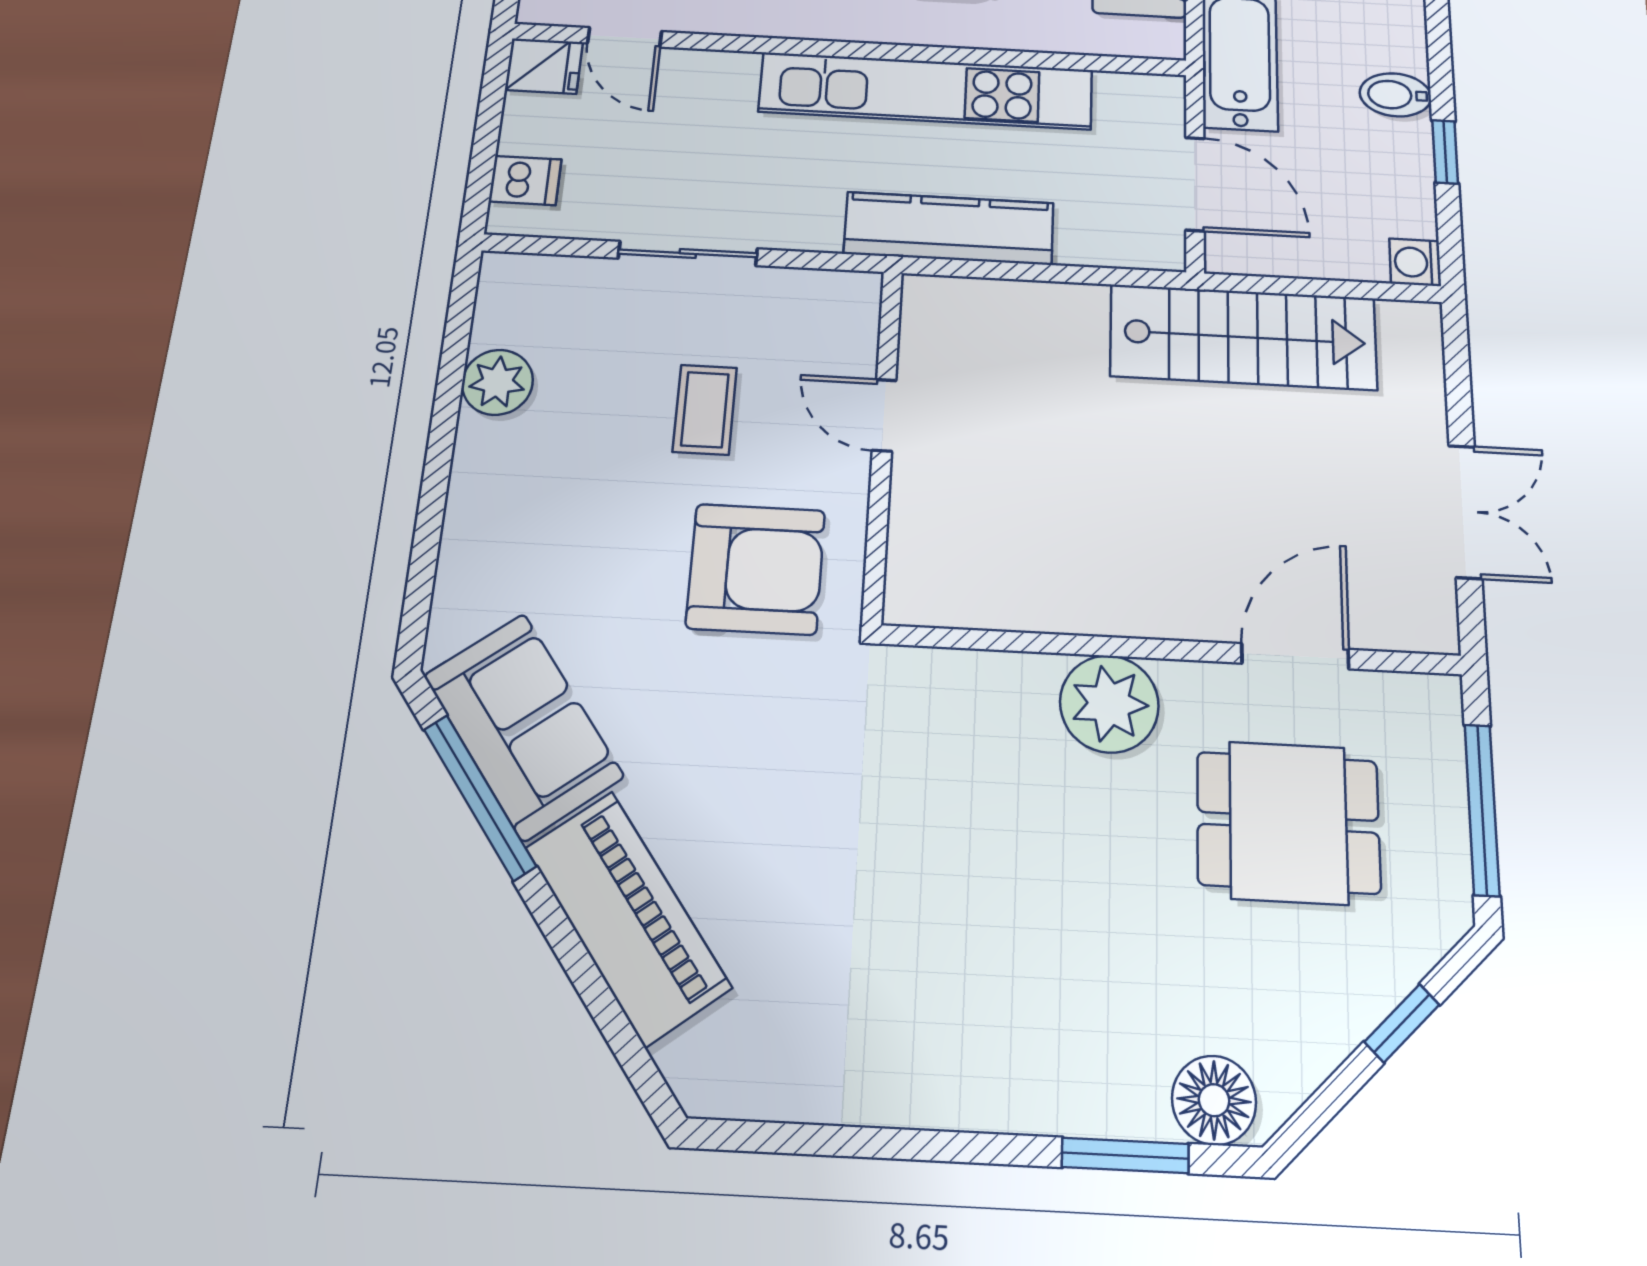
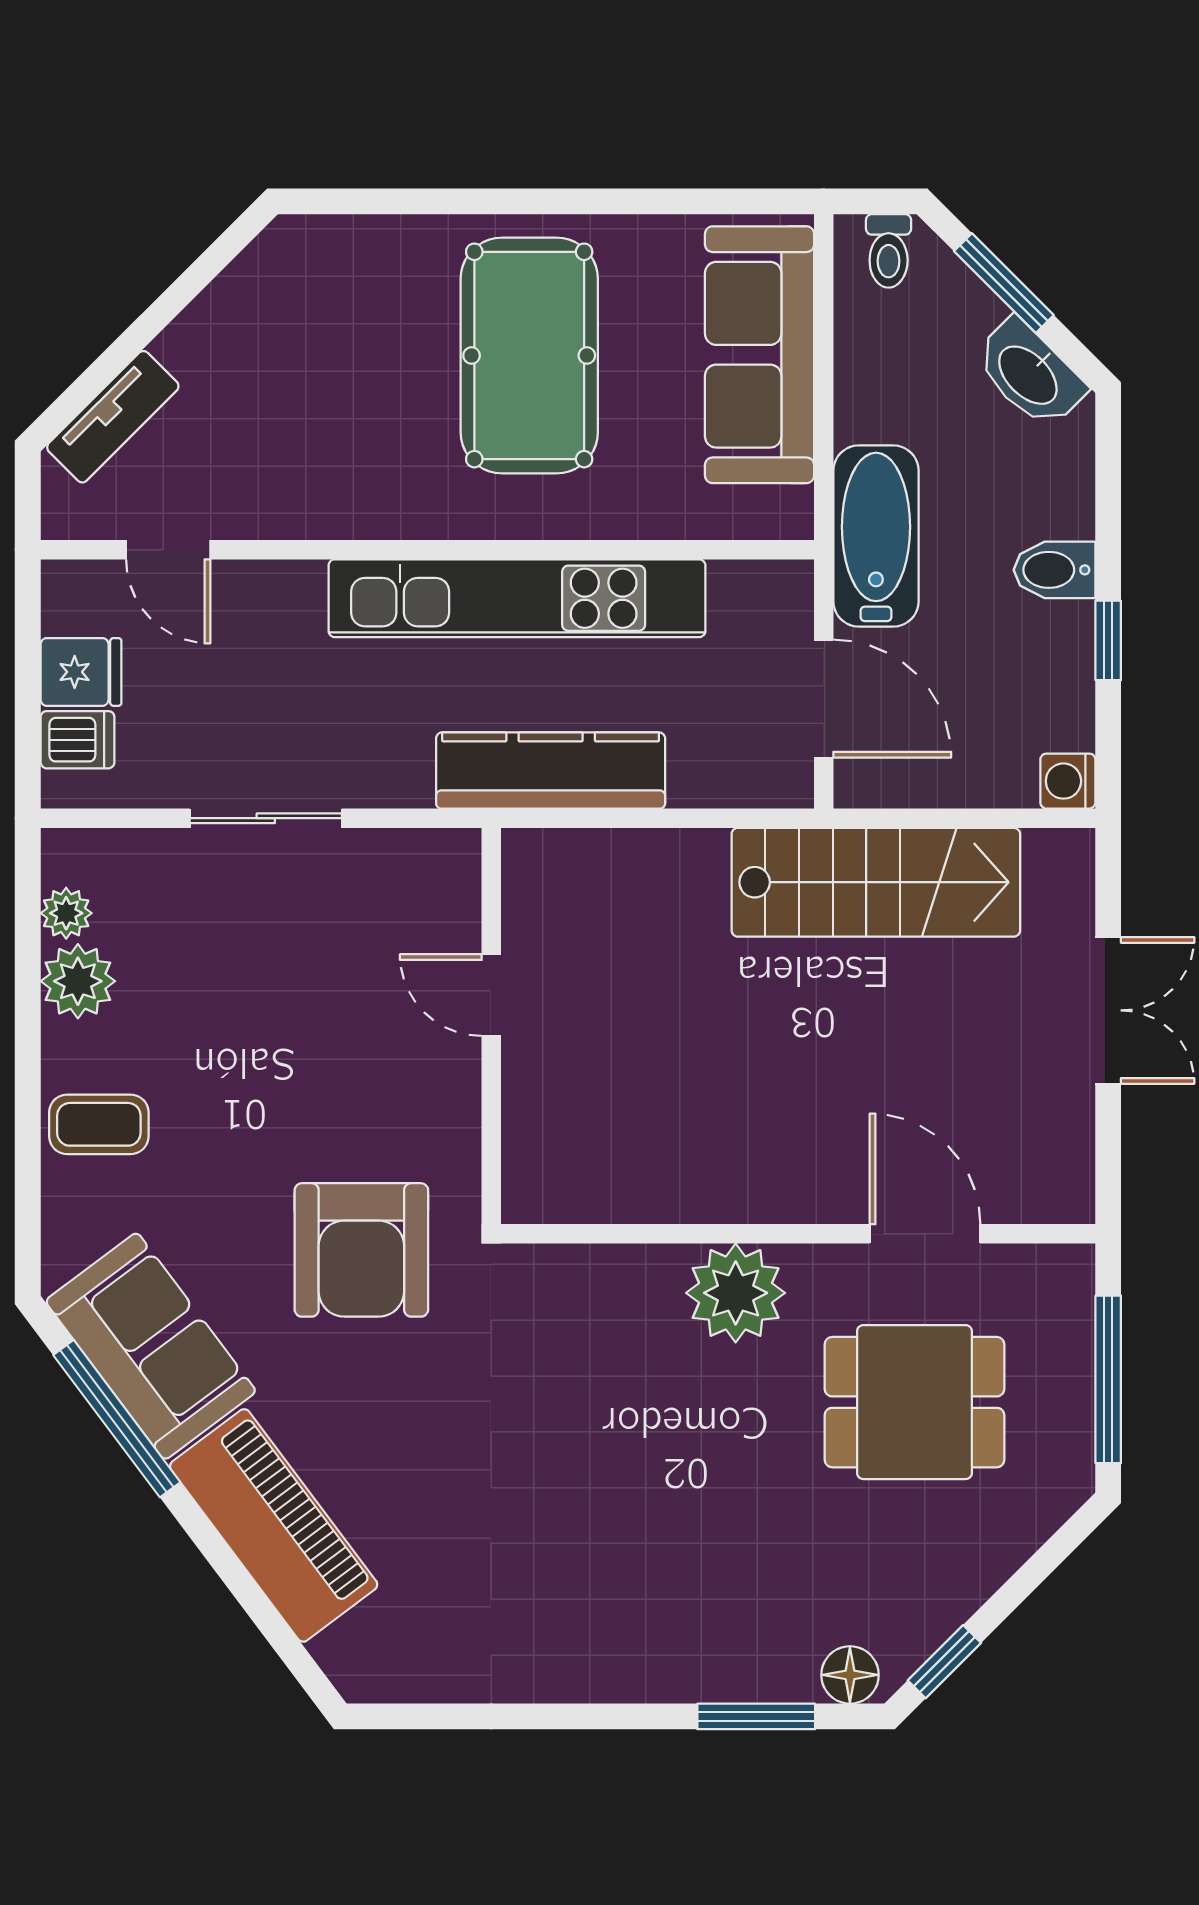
fridge: (544, 66) -> (81, 672), moved
plant: (495, 323) -> (66, 913), added
coffee table: (705, 410) -> (99, 1124), moved, turned 90
double door: (1465, 512) -> (1108, 1010), moved
armchair: (756, 569) -> (361, 1250), moved, turned 90
door: (1295, 656) -> (925, 1234), hinge flipped
window: (1402, 1023) -> (944, 1662), moved
floor lamp: (1214, 1100) -> (850, 1675), width x0.73, depth x0.73

